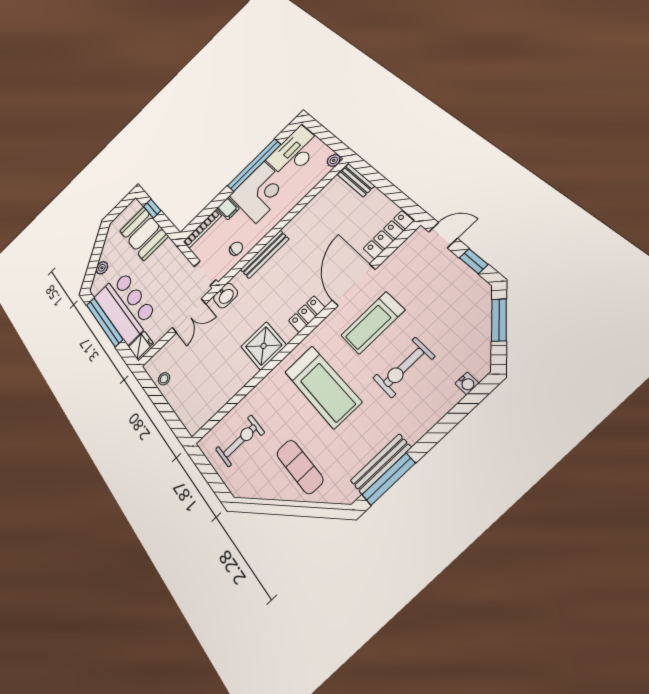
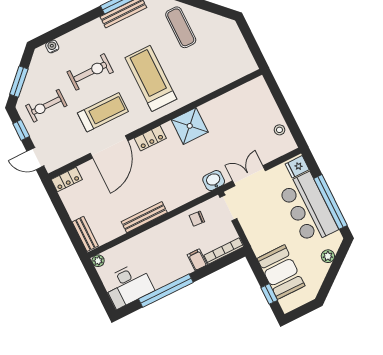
corner desk: (260, 192) -> (166, 262), removed
locker: (388, 235) -> (67, 179), width x0.66
bench: (265, 254) -> (144, 217), moved
exercise bike: (240, 441) -> (46, 106), moved

